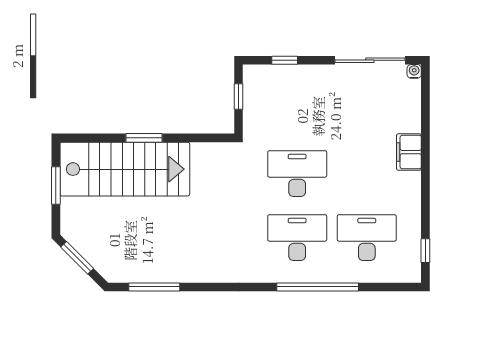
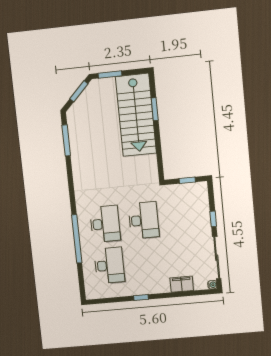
window: (285, 60) -> (213, 219), moved
window: (144, 138) -> (155, 109), moved
filing cabinet: (409, 152) -> (182, 284), moved
window: (56, 185) -> (110, 75), moved
window: (425, 251) -> (141, 298), moved

